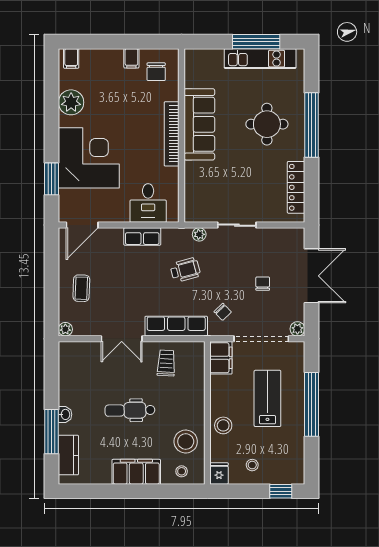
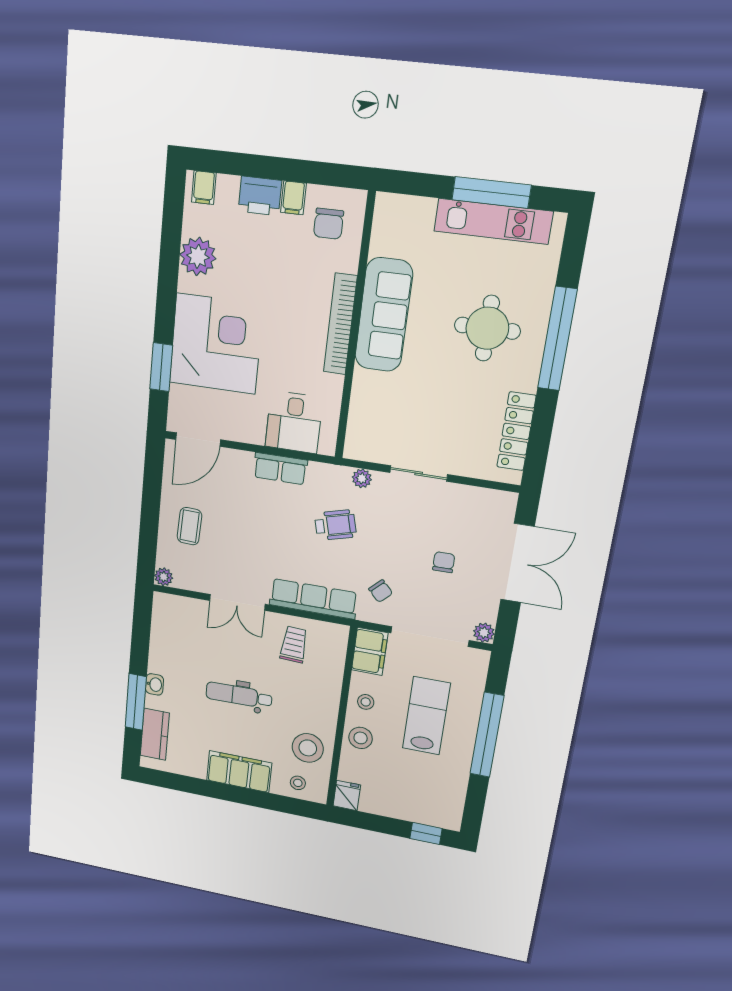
printer: (109, 60) -> (260, 196), added
stool: (252, 465) -> (366, 702), moved

